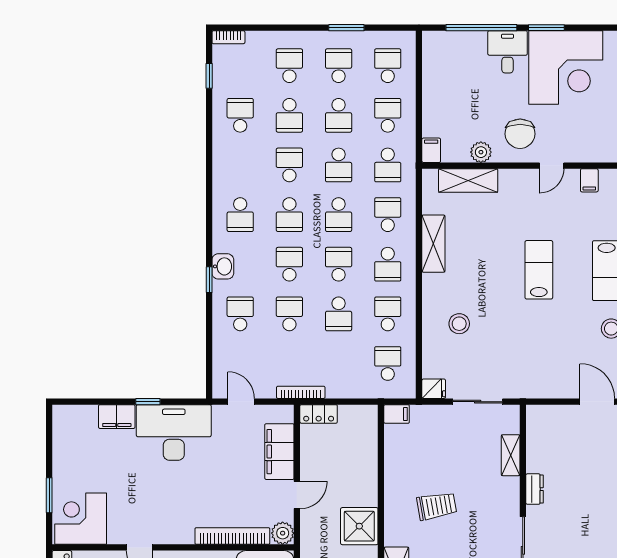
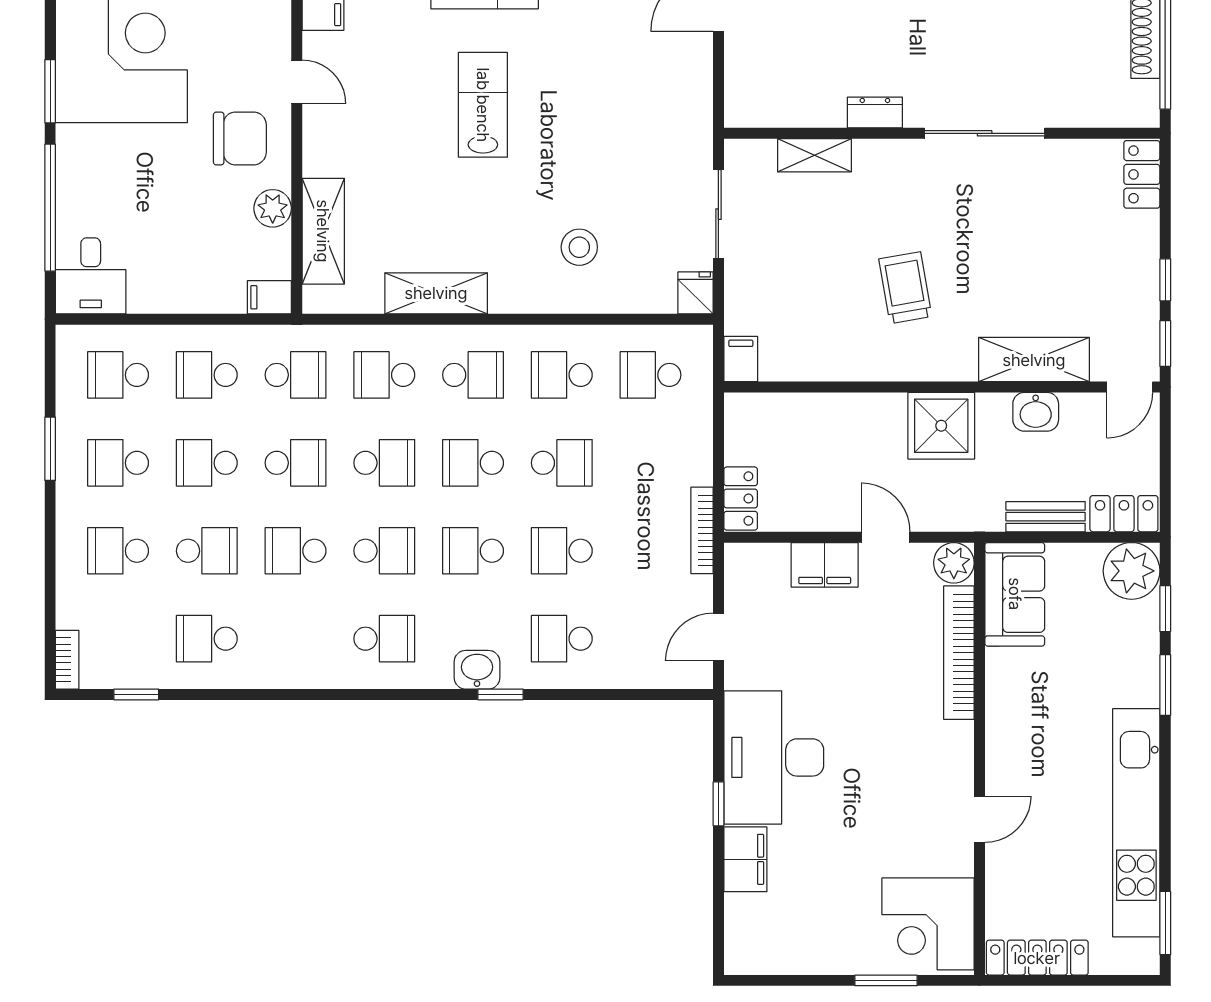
desk: (508, 52) -> (91, 276), moved, turned -90
school desk: (339, 115) -> (207, 463), turned 180
lab bench: (539, 270) -> (483, 105), turned 90
filing cabinet: (279, 452) -> (825, 565), width x0.67, depth x0.86

